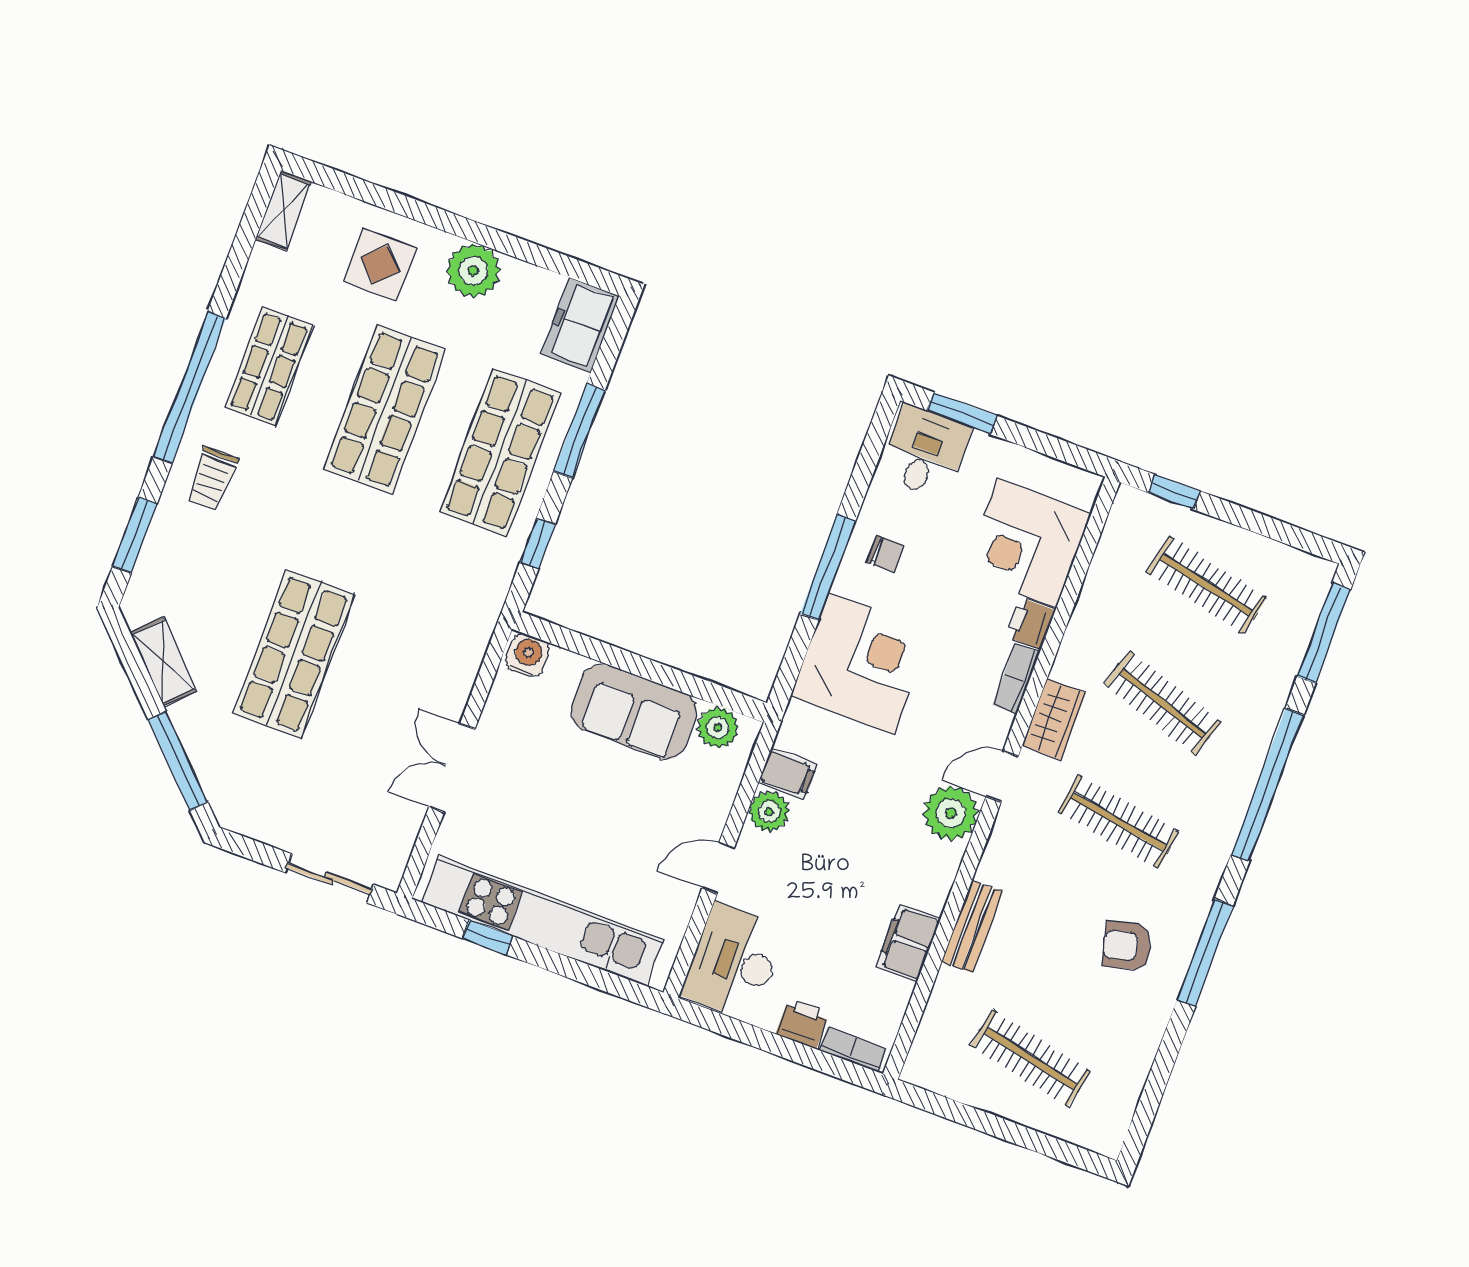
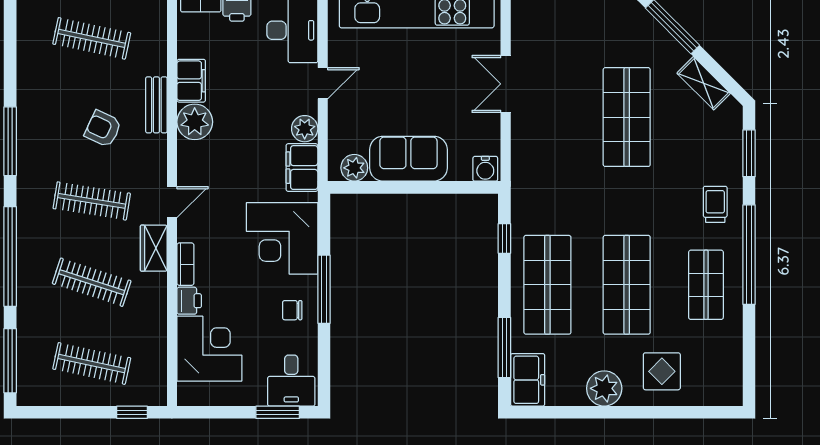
shelving: (283, 211) -> (732, 382), removed
window: (579, 431) -> (504, 347), moved
double door: (452, 768) -> (506, 84), swing flipped
filing cabinet: (788, 774) -> (302, 168), width x2.00
plant: (951, 813) -> (195, 122), moved
armchair: (1127, 946) -> (103, 129), moved, turned -141

